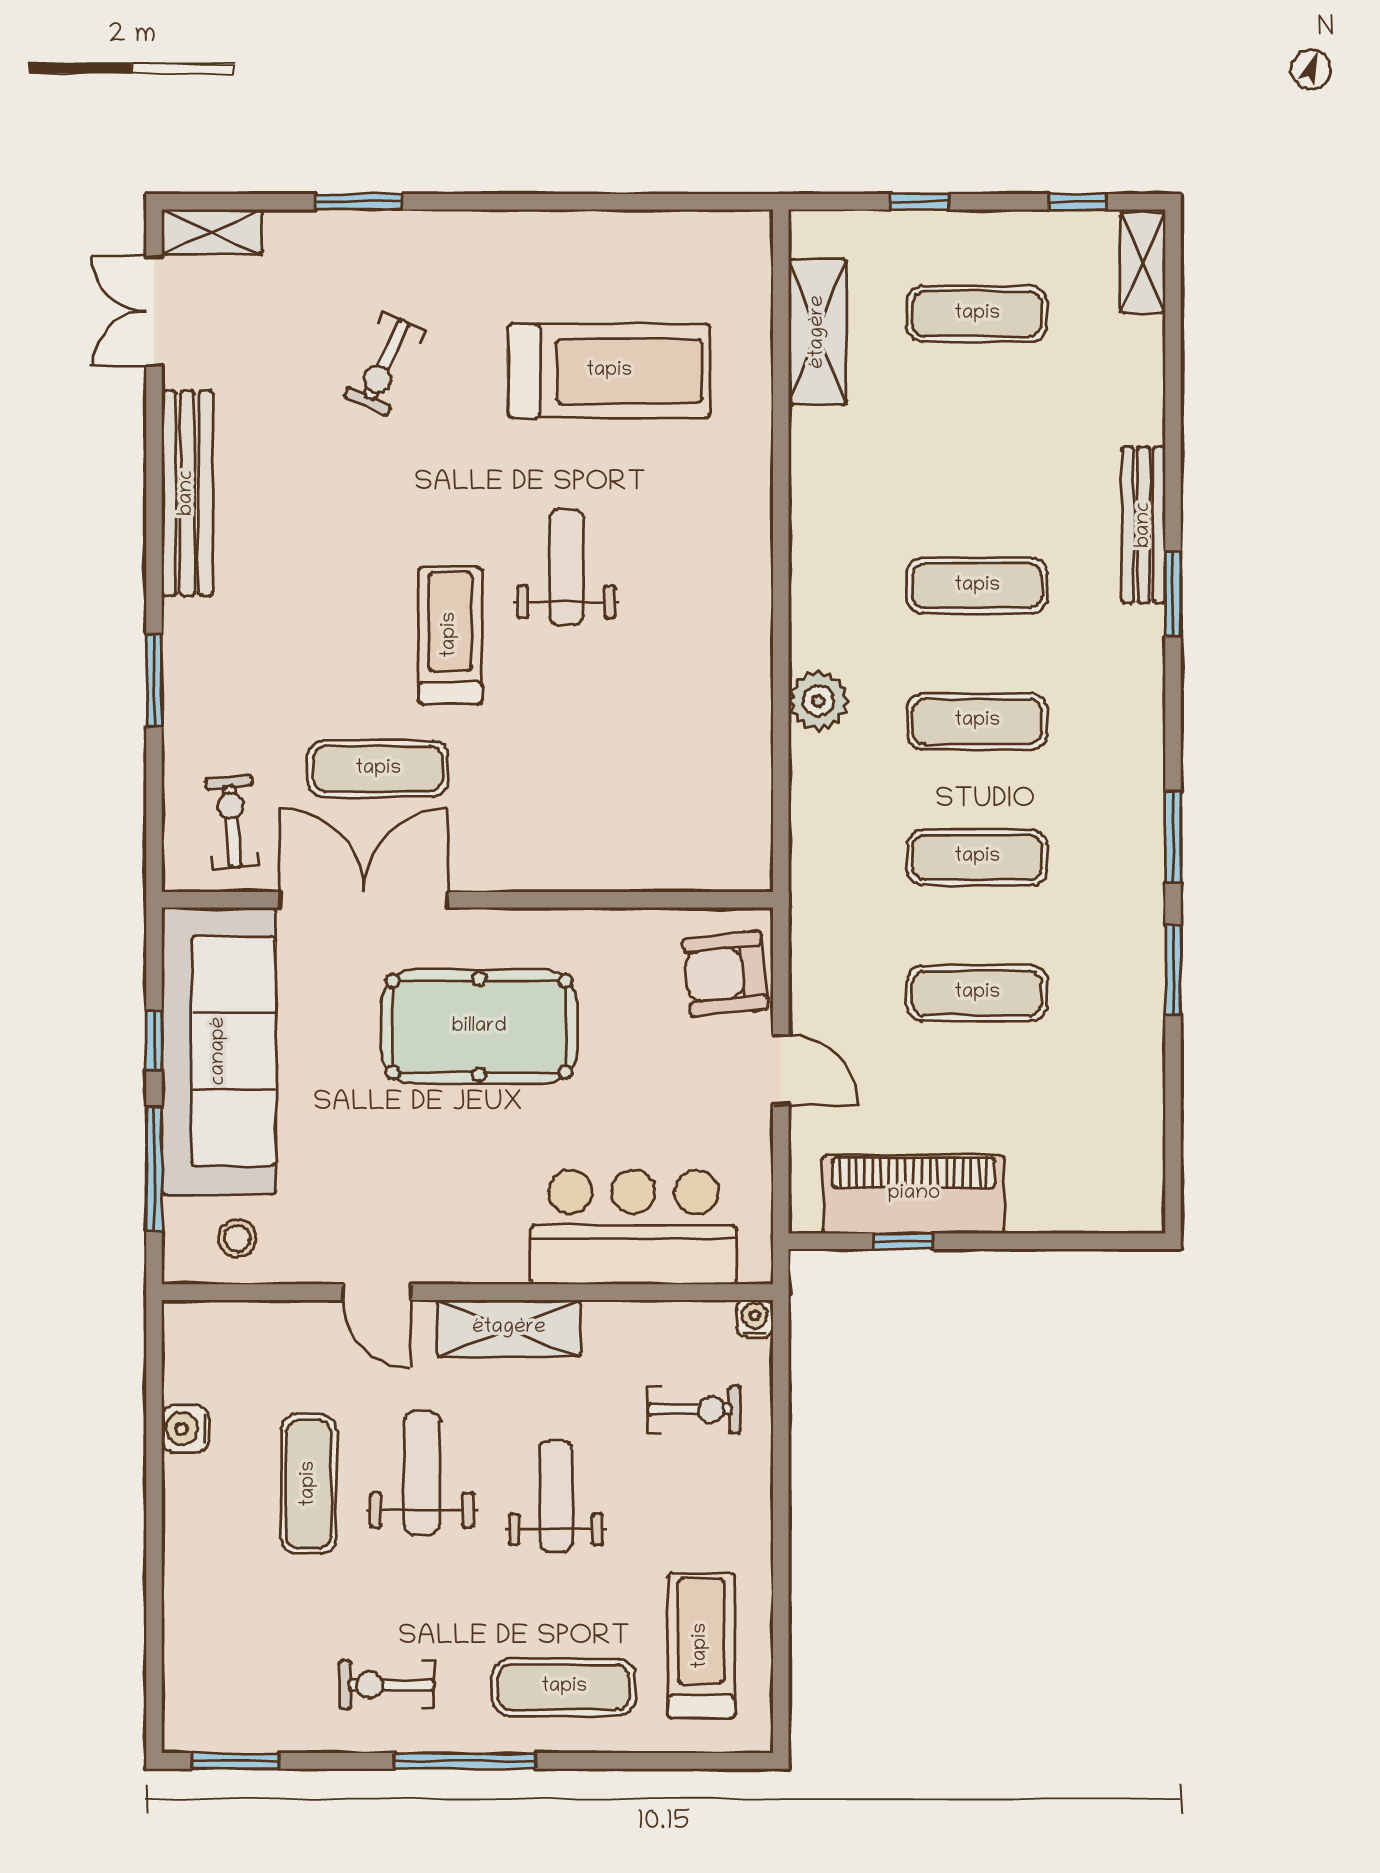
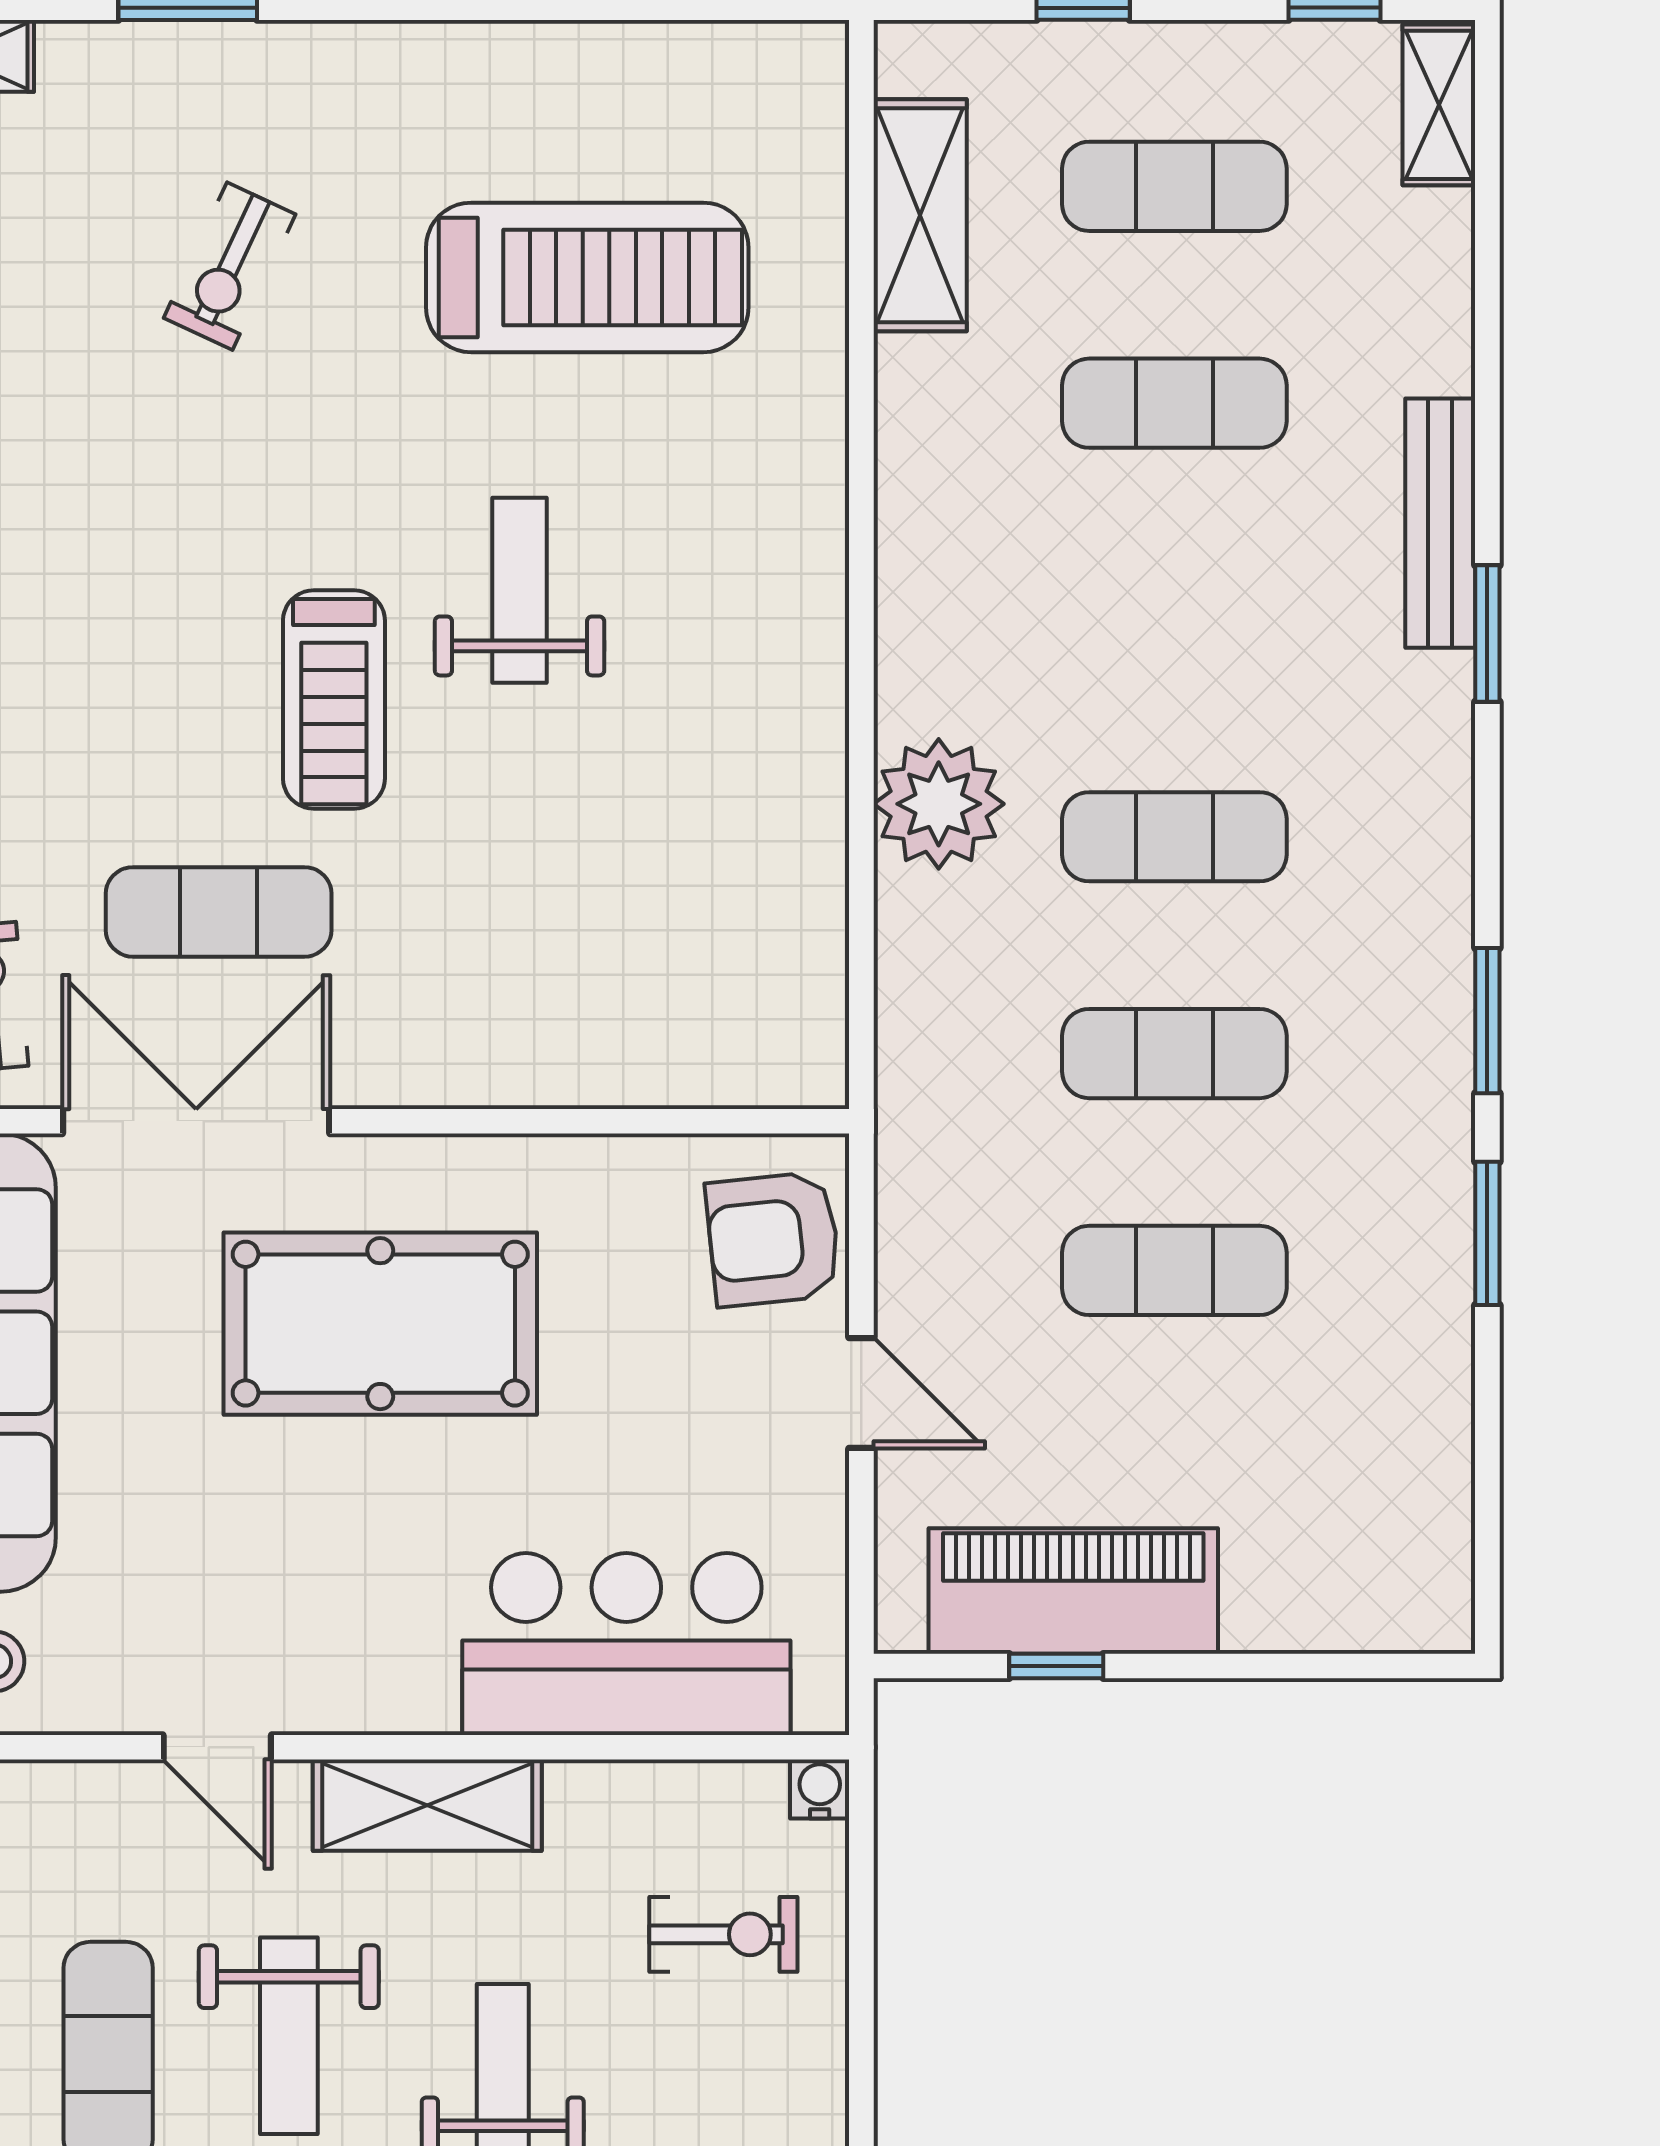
exercise mat: (977, 586) -> (1174, 403), moved
treadmill: (450, 635) -> (334, 700), turned 180
plant: (818, 701) -> (939, 804), width x1.36, depth x1.36
weight bench: (422, 1473) -> (289, 2036), turned 180

